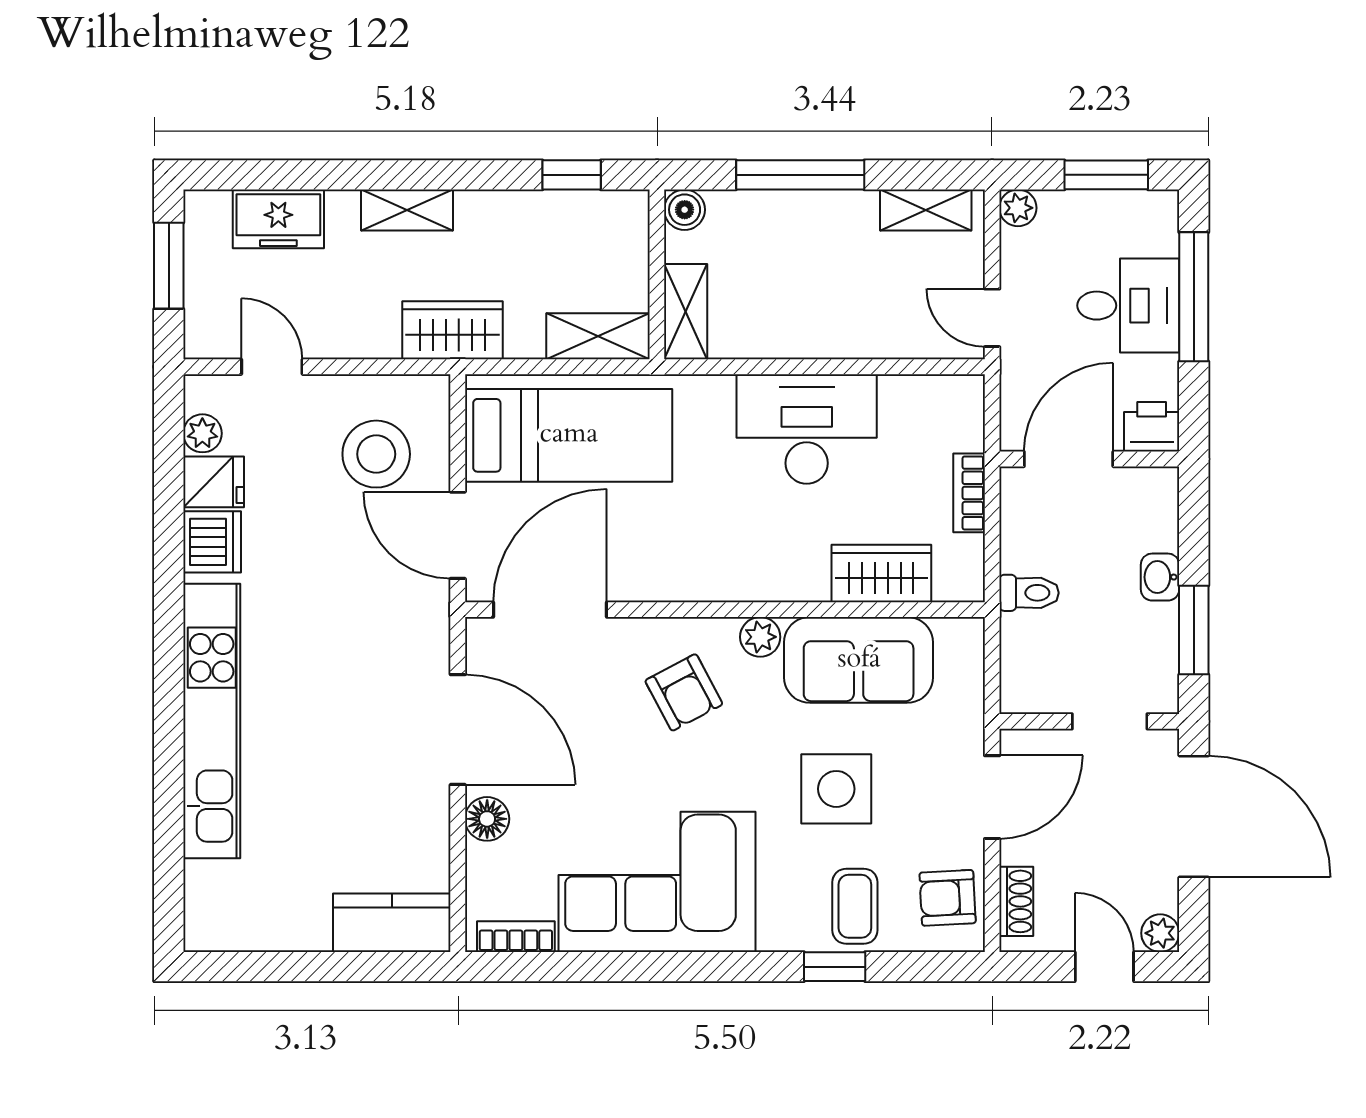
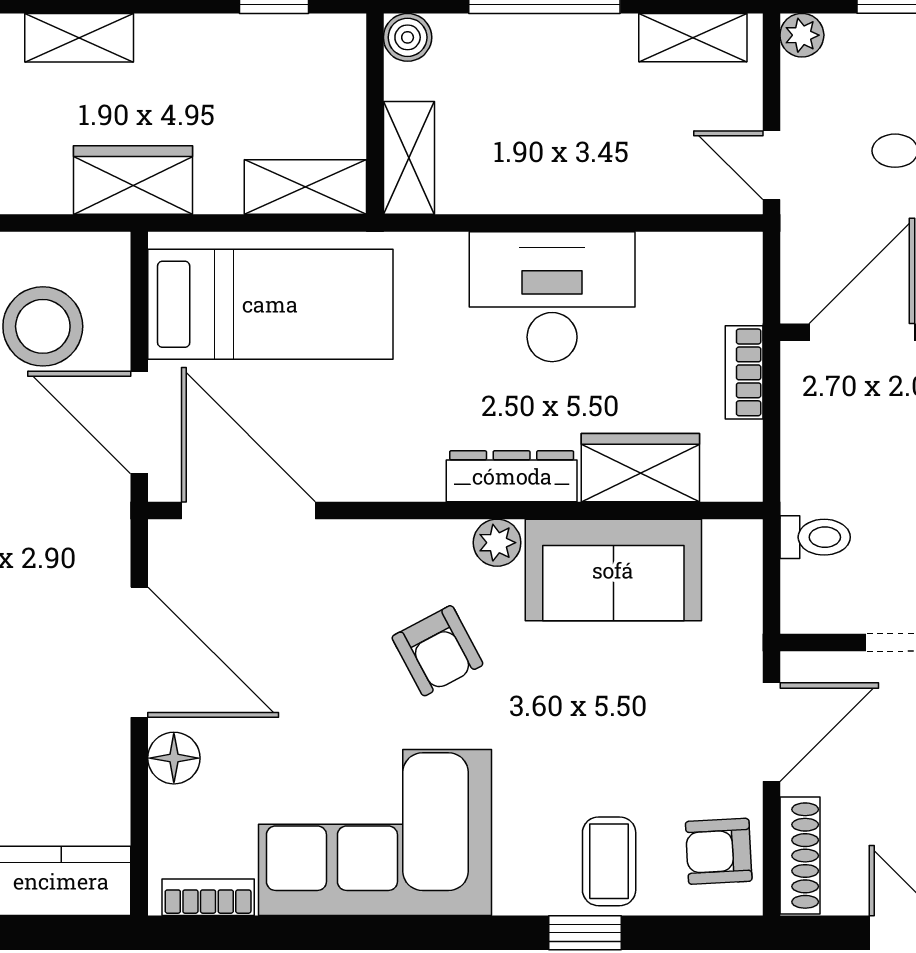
dresser: (773, 581) -> (512, 476), added
toilet: (1029, 593) -> (815, 537), moved
door: (550, 610) -> (248, 510), hinge flipped
armchair: (684, 692) -> (437, 651), moved
side table: (836, 789) -> (587, 723), removed
shoe rack: (1016, 901) -> (800, 856), width x1.43

